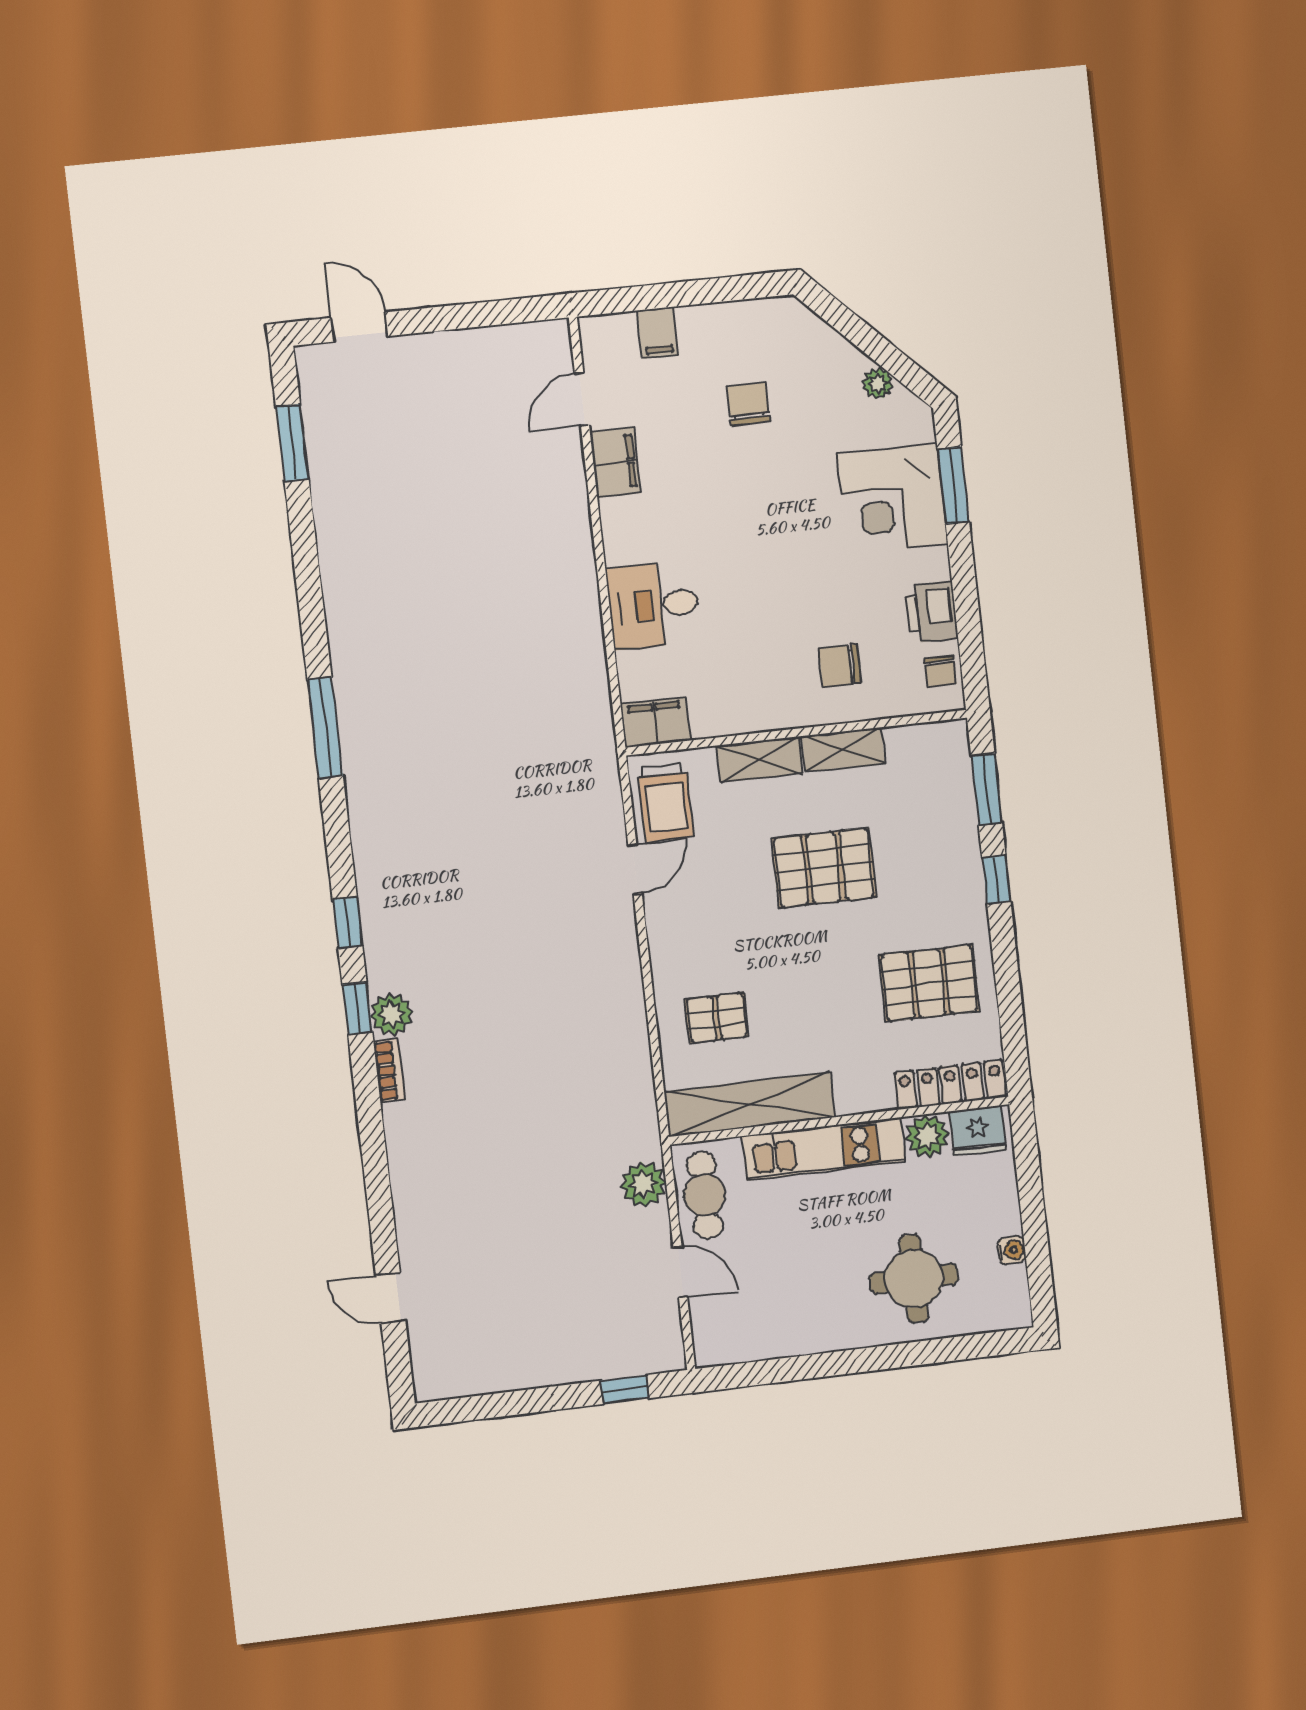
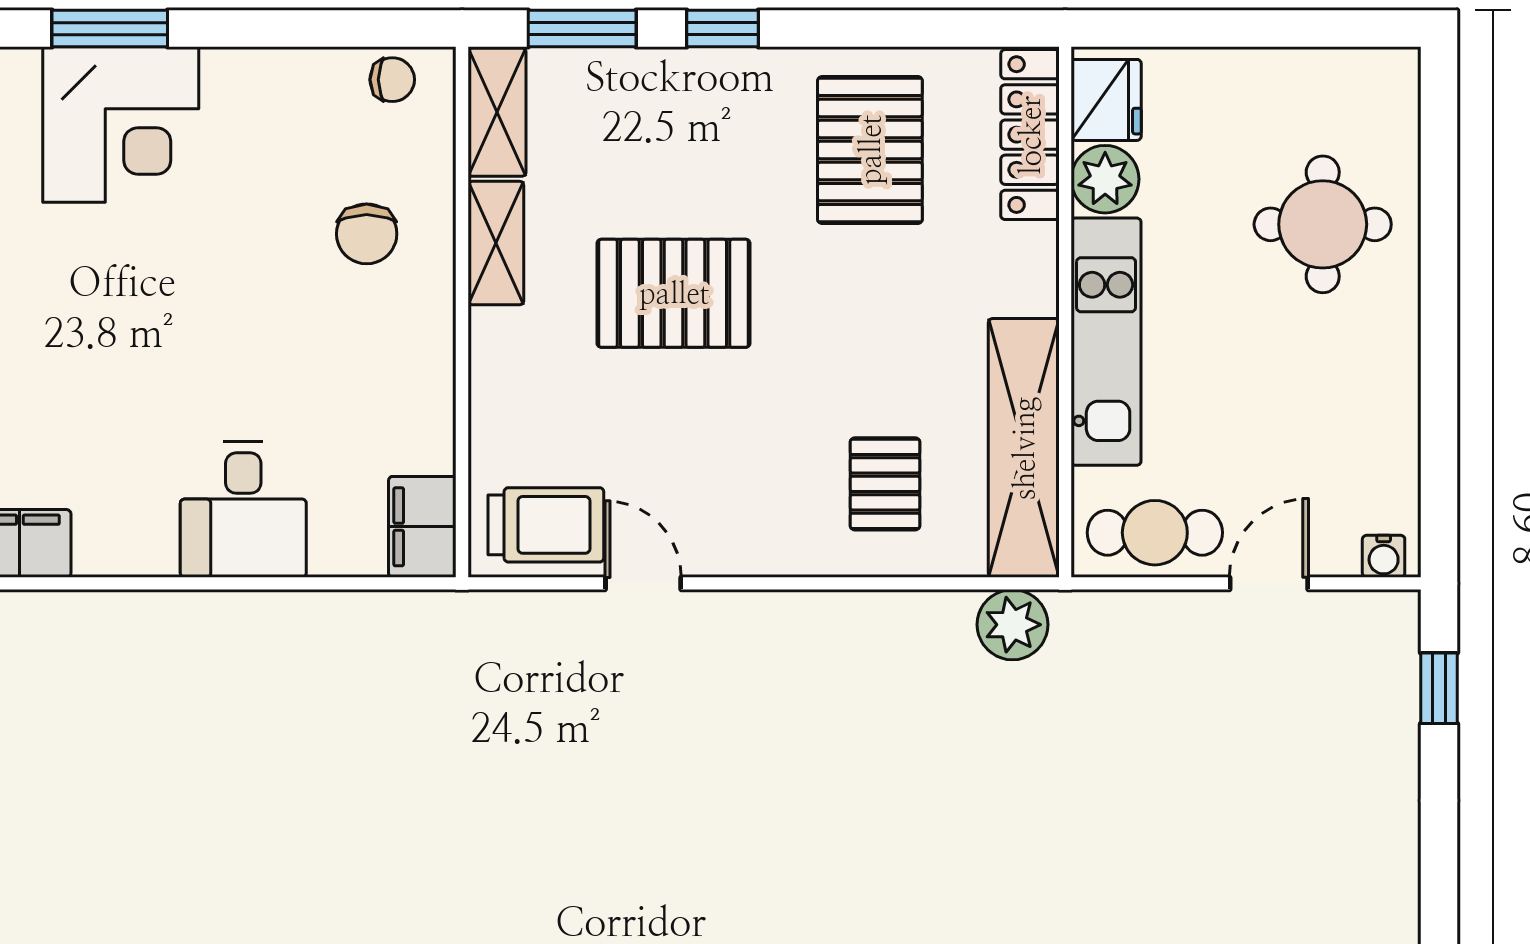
printer: (932, 612) -> (300, 84), removed
shelving: (759, 760) -> (497, 112), moved
pallet: (824, 868) -> (674, 293), turned 90
plant: (643, 1184) -> (1013, 625), moved
water cooler: (1012, 1250) -> (1384, 556), moved, turned 180

